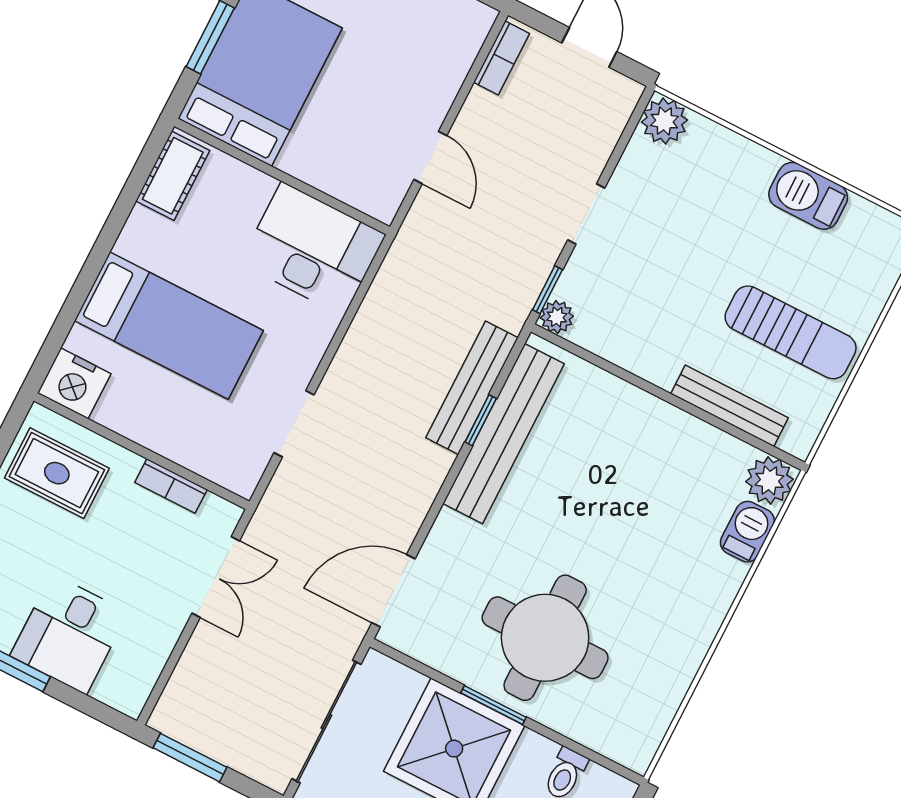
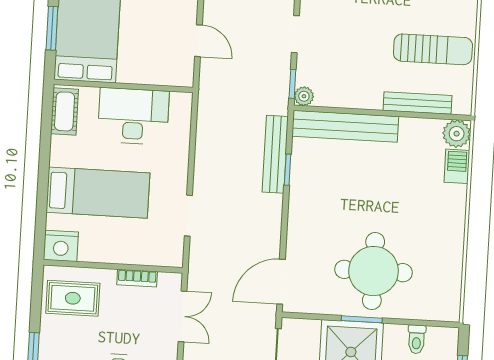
desk: (313, 249) -> (133, 116), moved
bench: (504, 434) -> (345, 126), moved, turned 90

